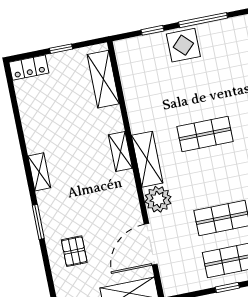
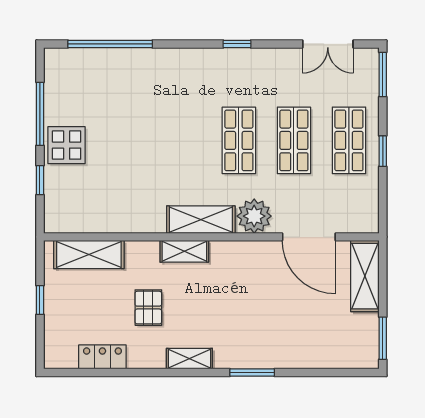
locker: (29, 68) -> (102, 357), moved, turned -90
shop shelf: (205, 134) -> (239, 140), moved
pallet: (74, 251) -> (148, 308), moved, turned 90

